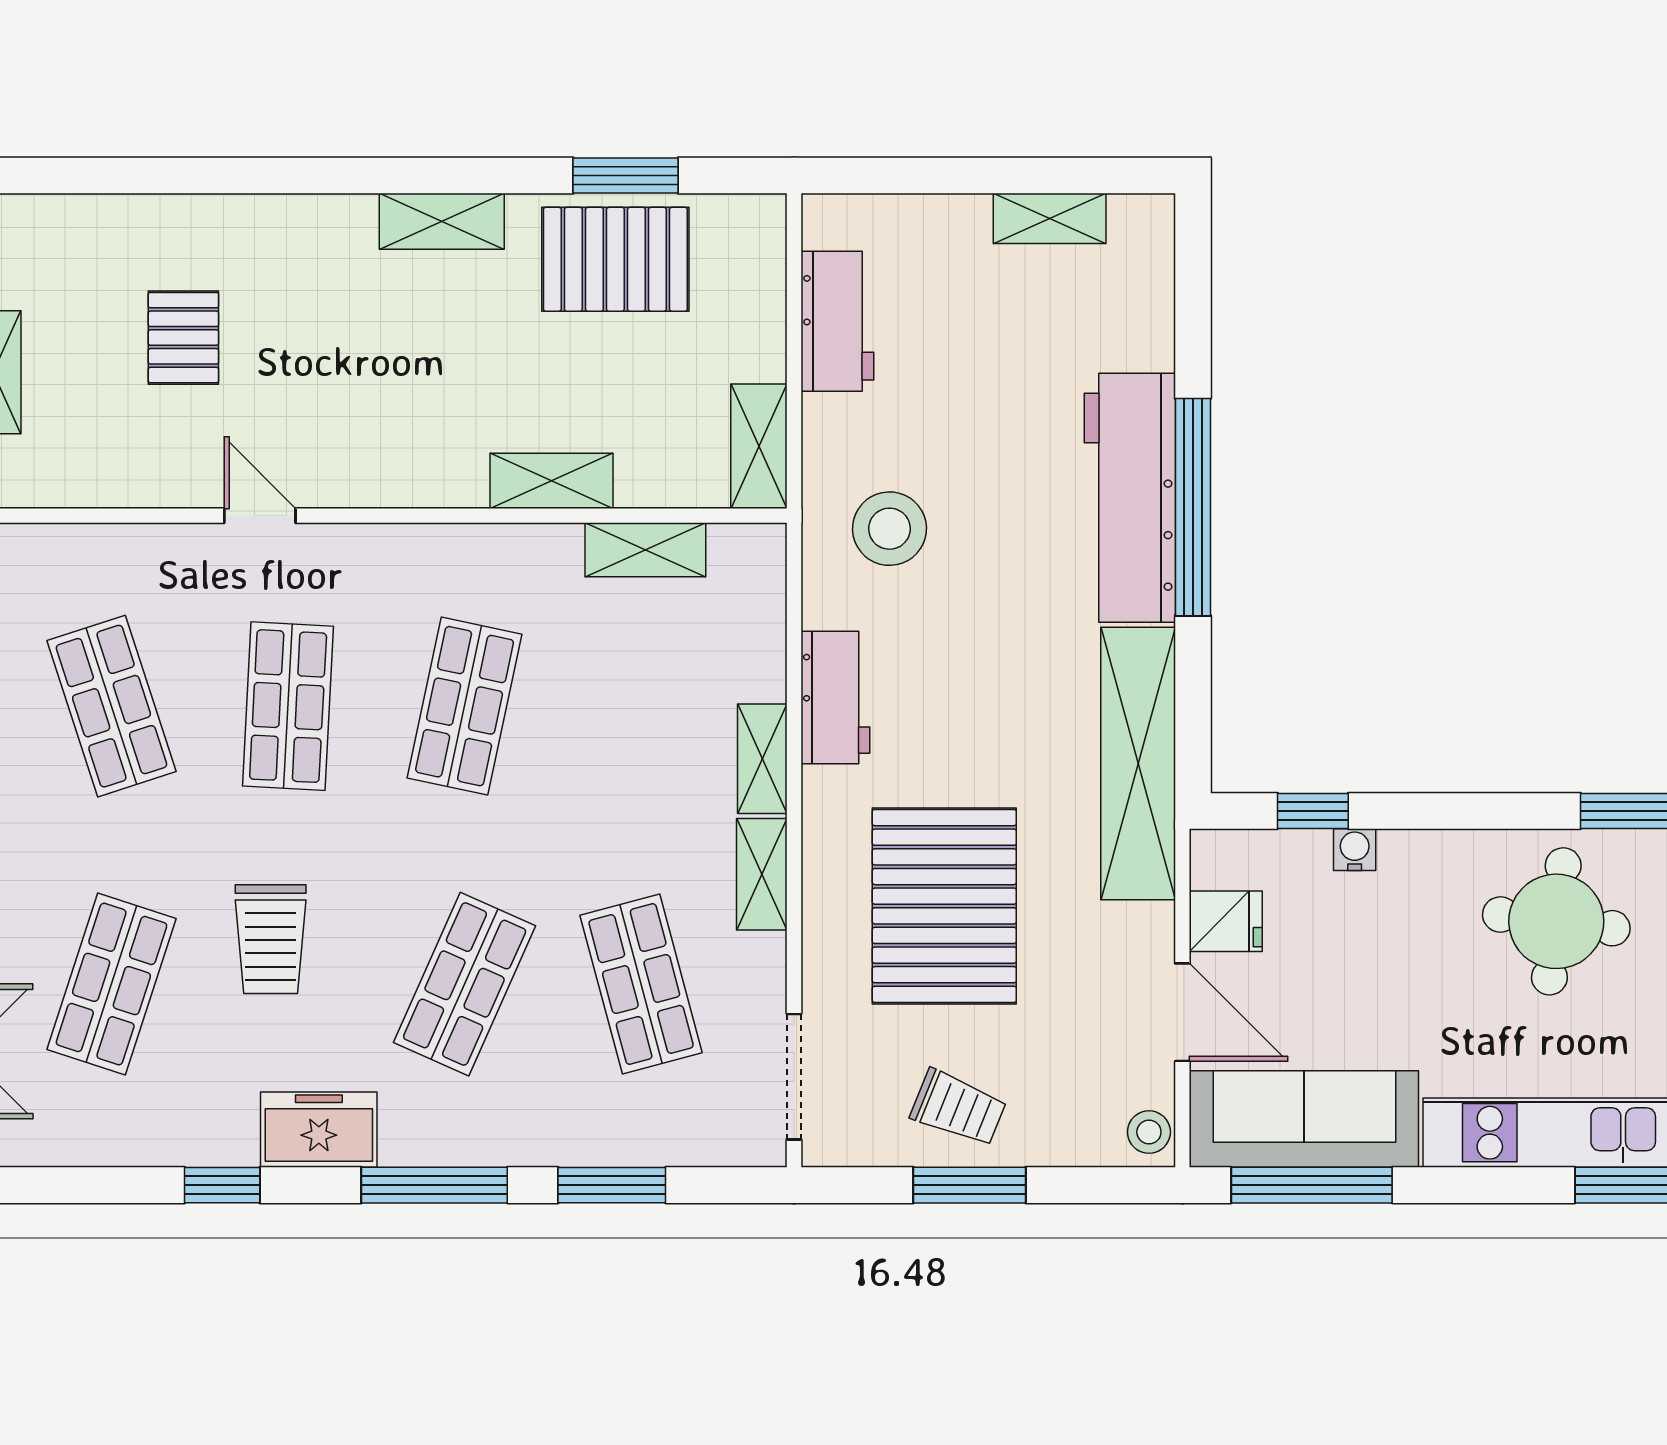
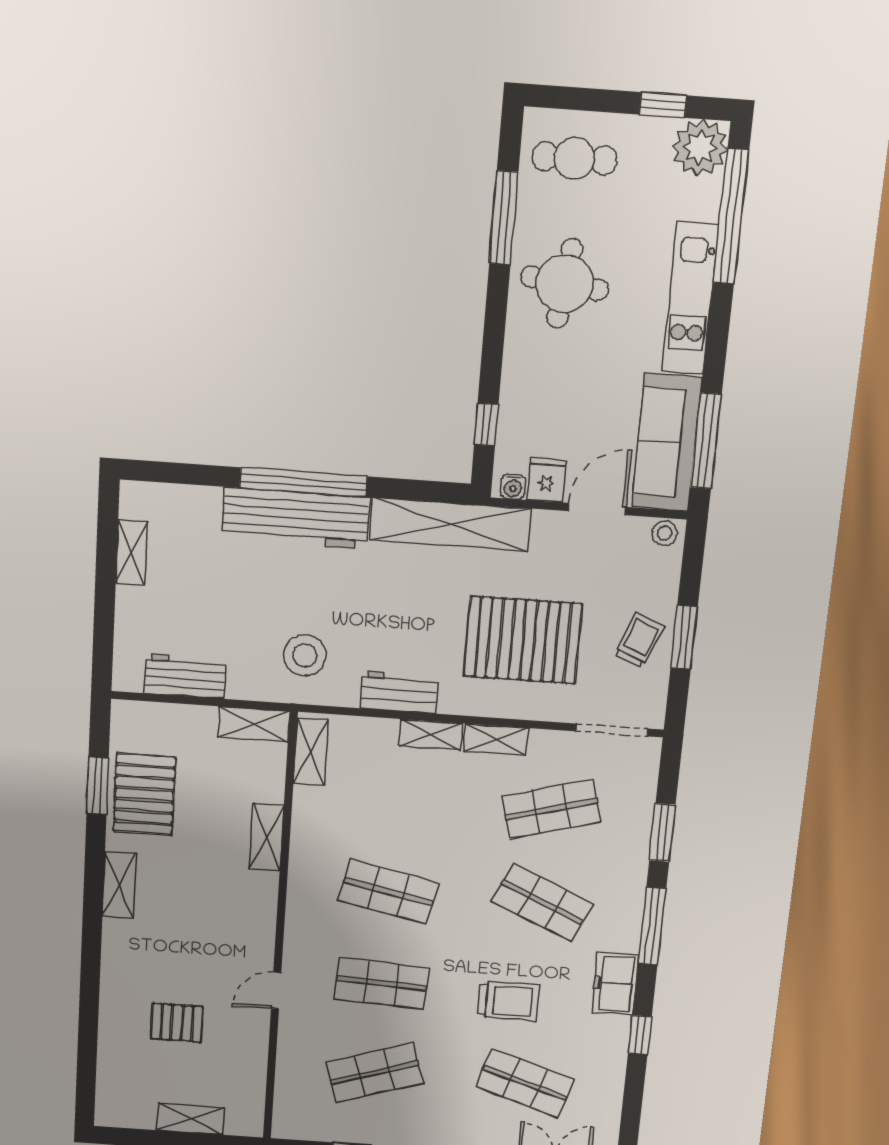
shelving: (645, 550) -> (311, 752), moved
water cooler: (1355, 850) -> (513, 487), moved, turned -90

